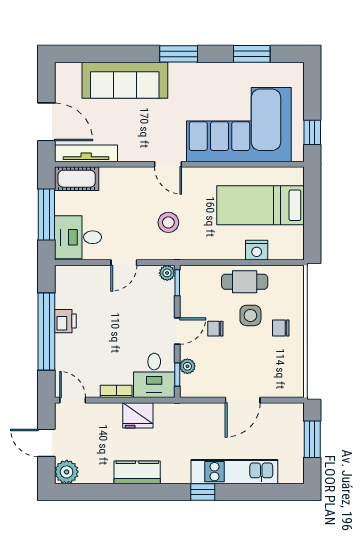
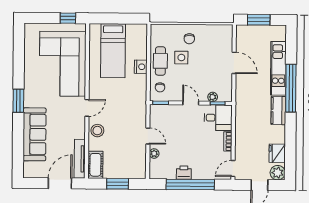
window: (252, 54) -> (19, 55), removed
window: (46, 215) -> (118, 184), width x0.69
stool: (168, 222) -> (97, 131), moved
desk: (78, 237) -> (132, 164), removed
nightstand: (257, 250) -> (141, 67), moved
plant: (167, 273) -> (154, 154), moved
chair: (215, 329) -> (160, 87), moved
fridge: (138, 415) -> (277, 153), moved, turned 180
kitchen counter: (137, 472) -> (278, 111), moved
window: (203, 492) -> (291, 88), width x3.17

